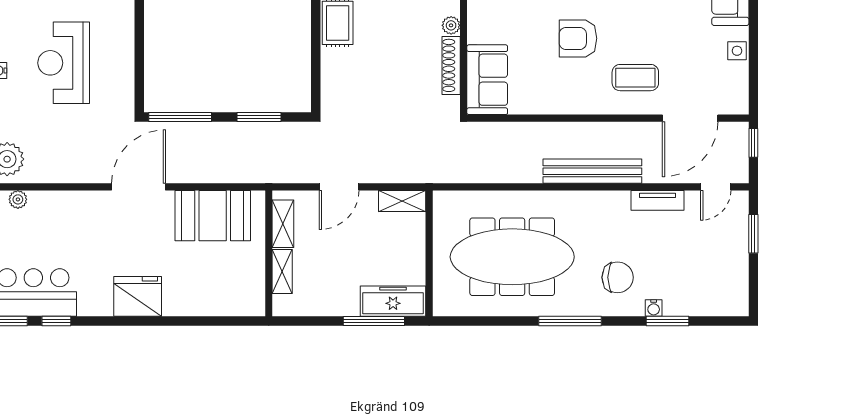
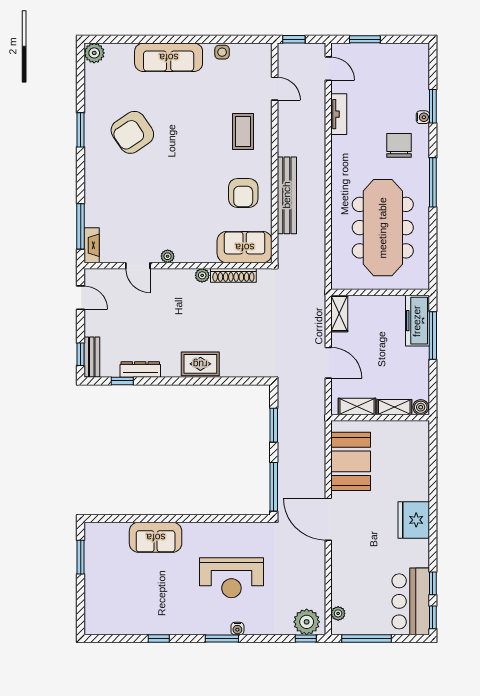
armchair: (578, 38) -> (243, 193), moved
door: (690, 118) -> (275, 89), width x0.53
bench: (592, 171) -> (287, 195), moved
boiler: (282, 305) -> (421, 407), added

